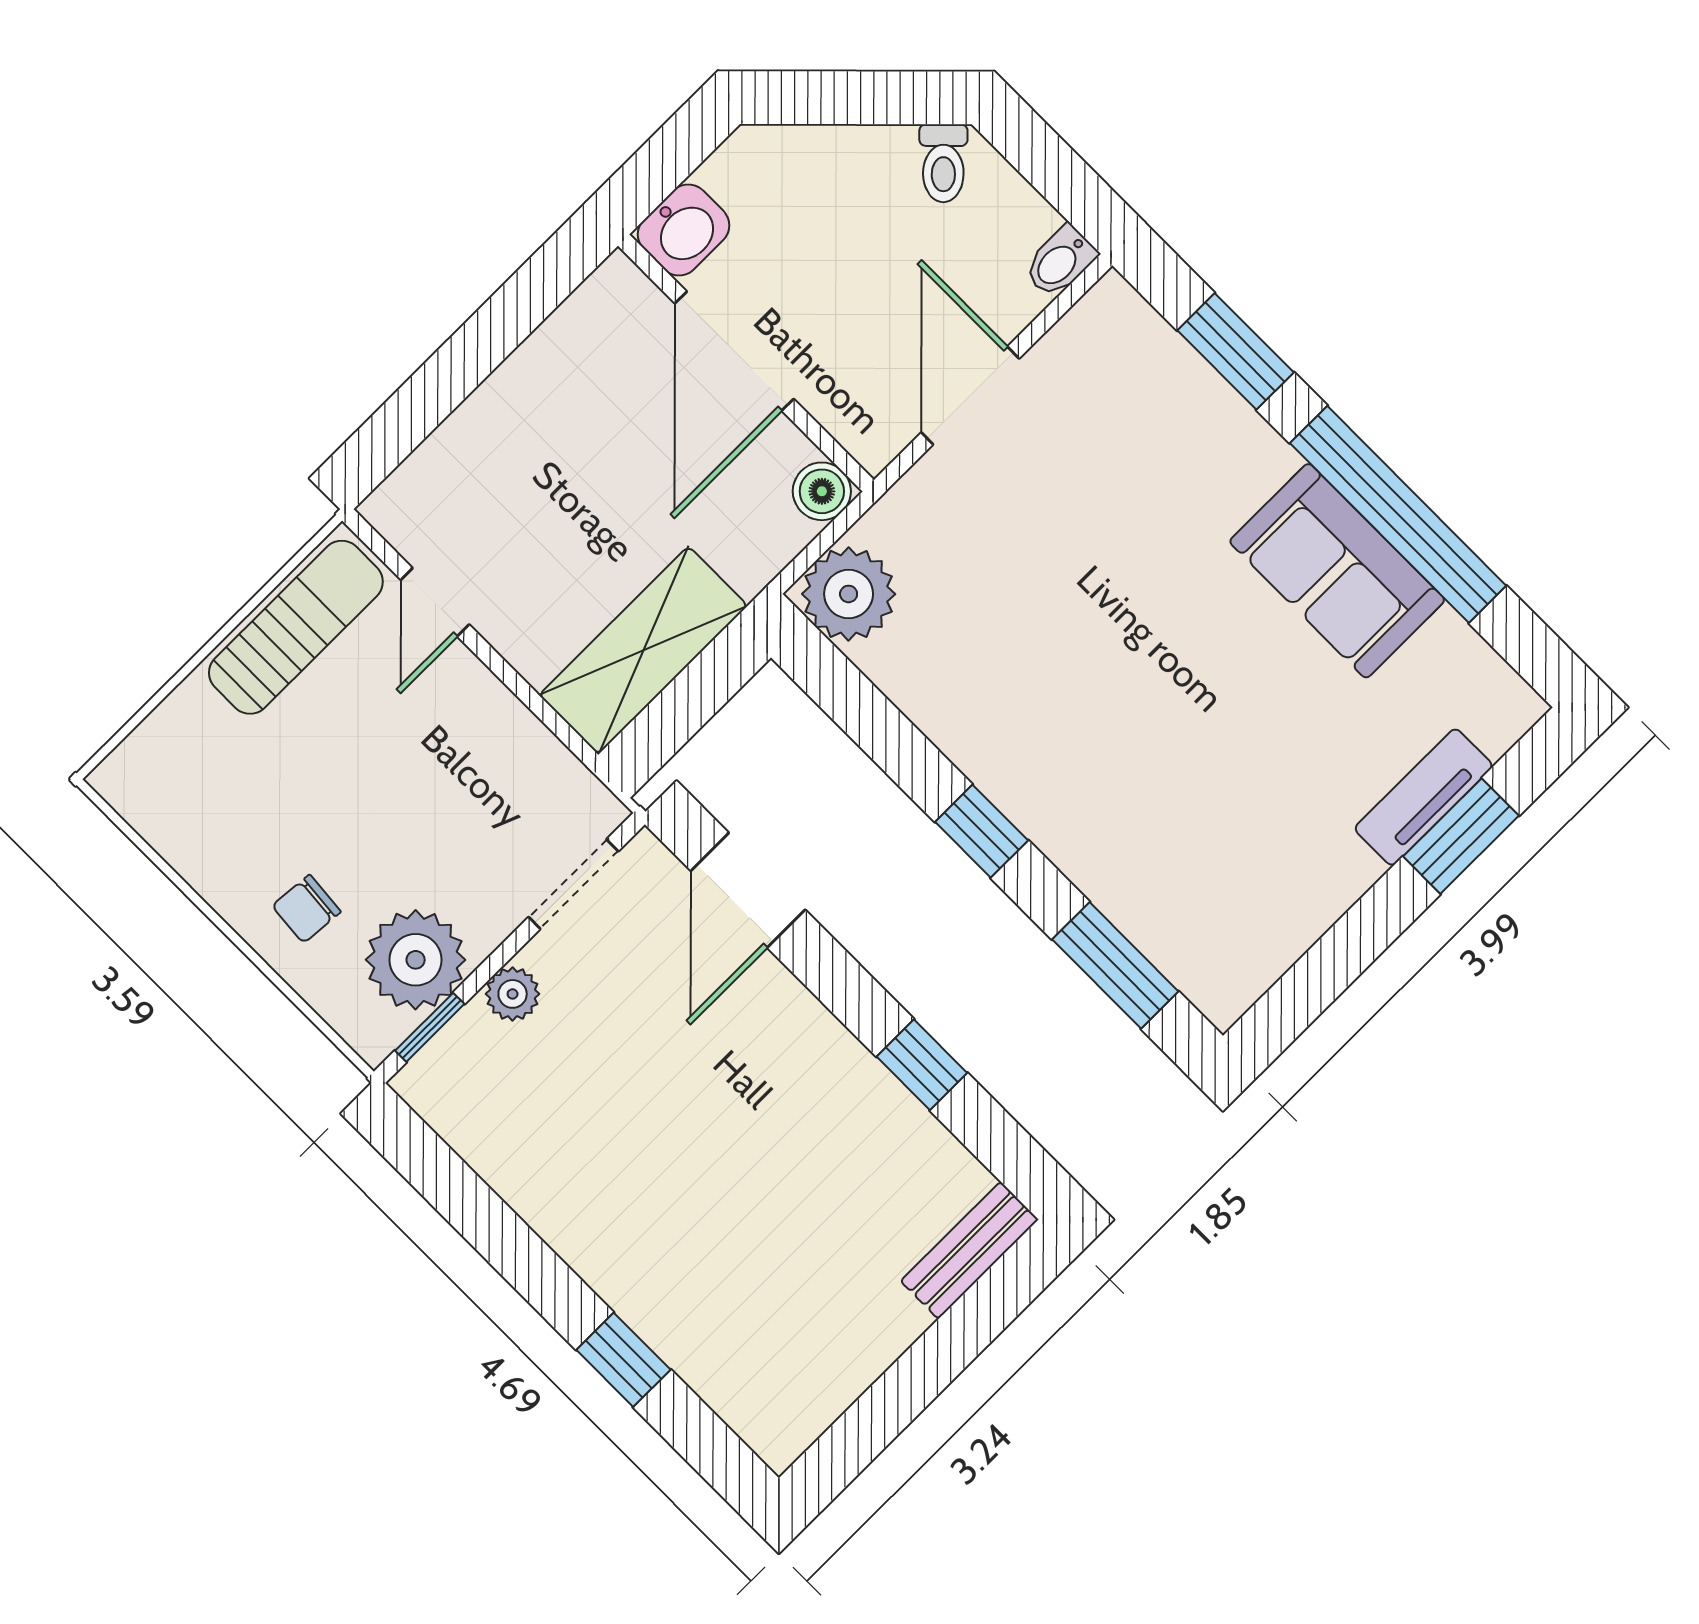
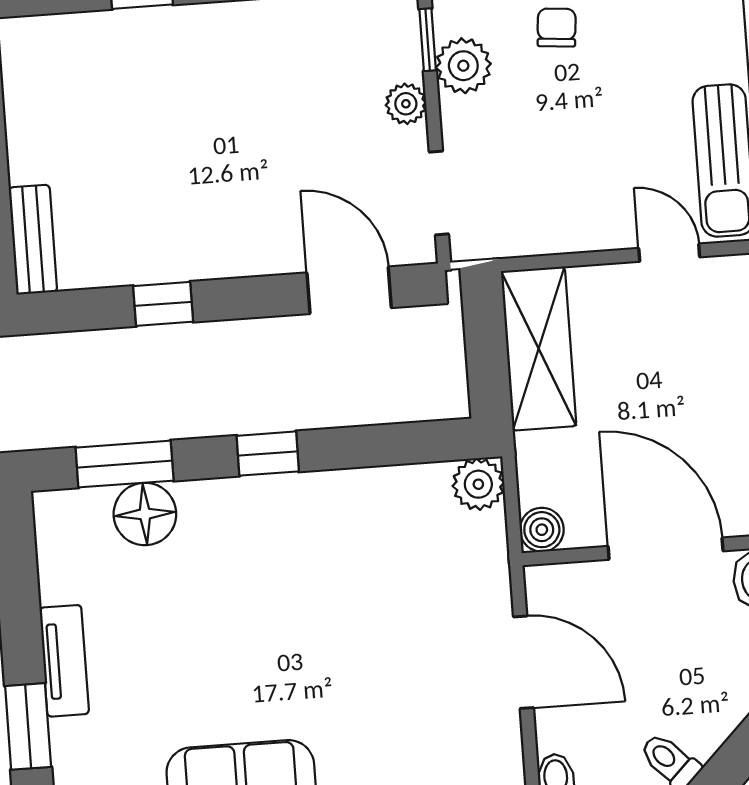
plant: (849, 594) -> (478, 484), width x0.73, depth x0.73
tv unit: (1424, 797) -> (64, 661), moved
floor lamp: (1148, 902) -> (145, 514), added
plant: (416, 960) -> (463, 66), width x0.73, depth x0.73

